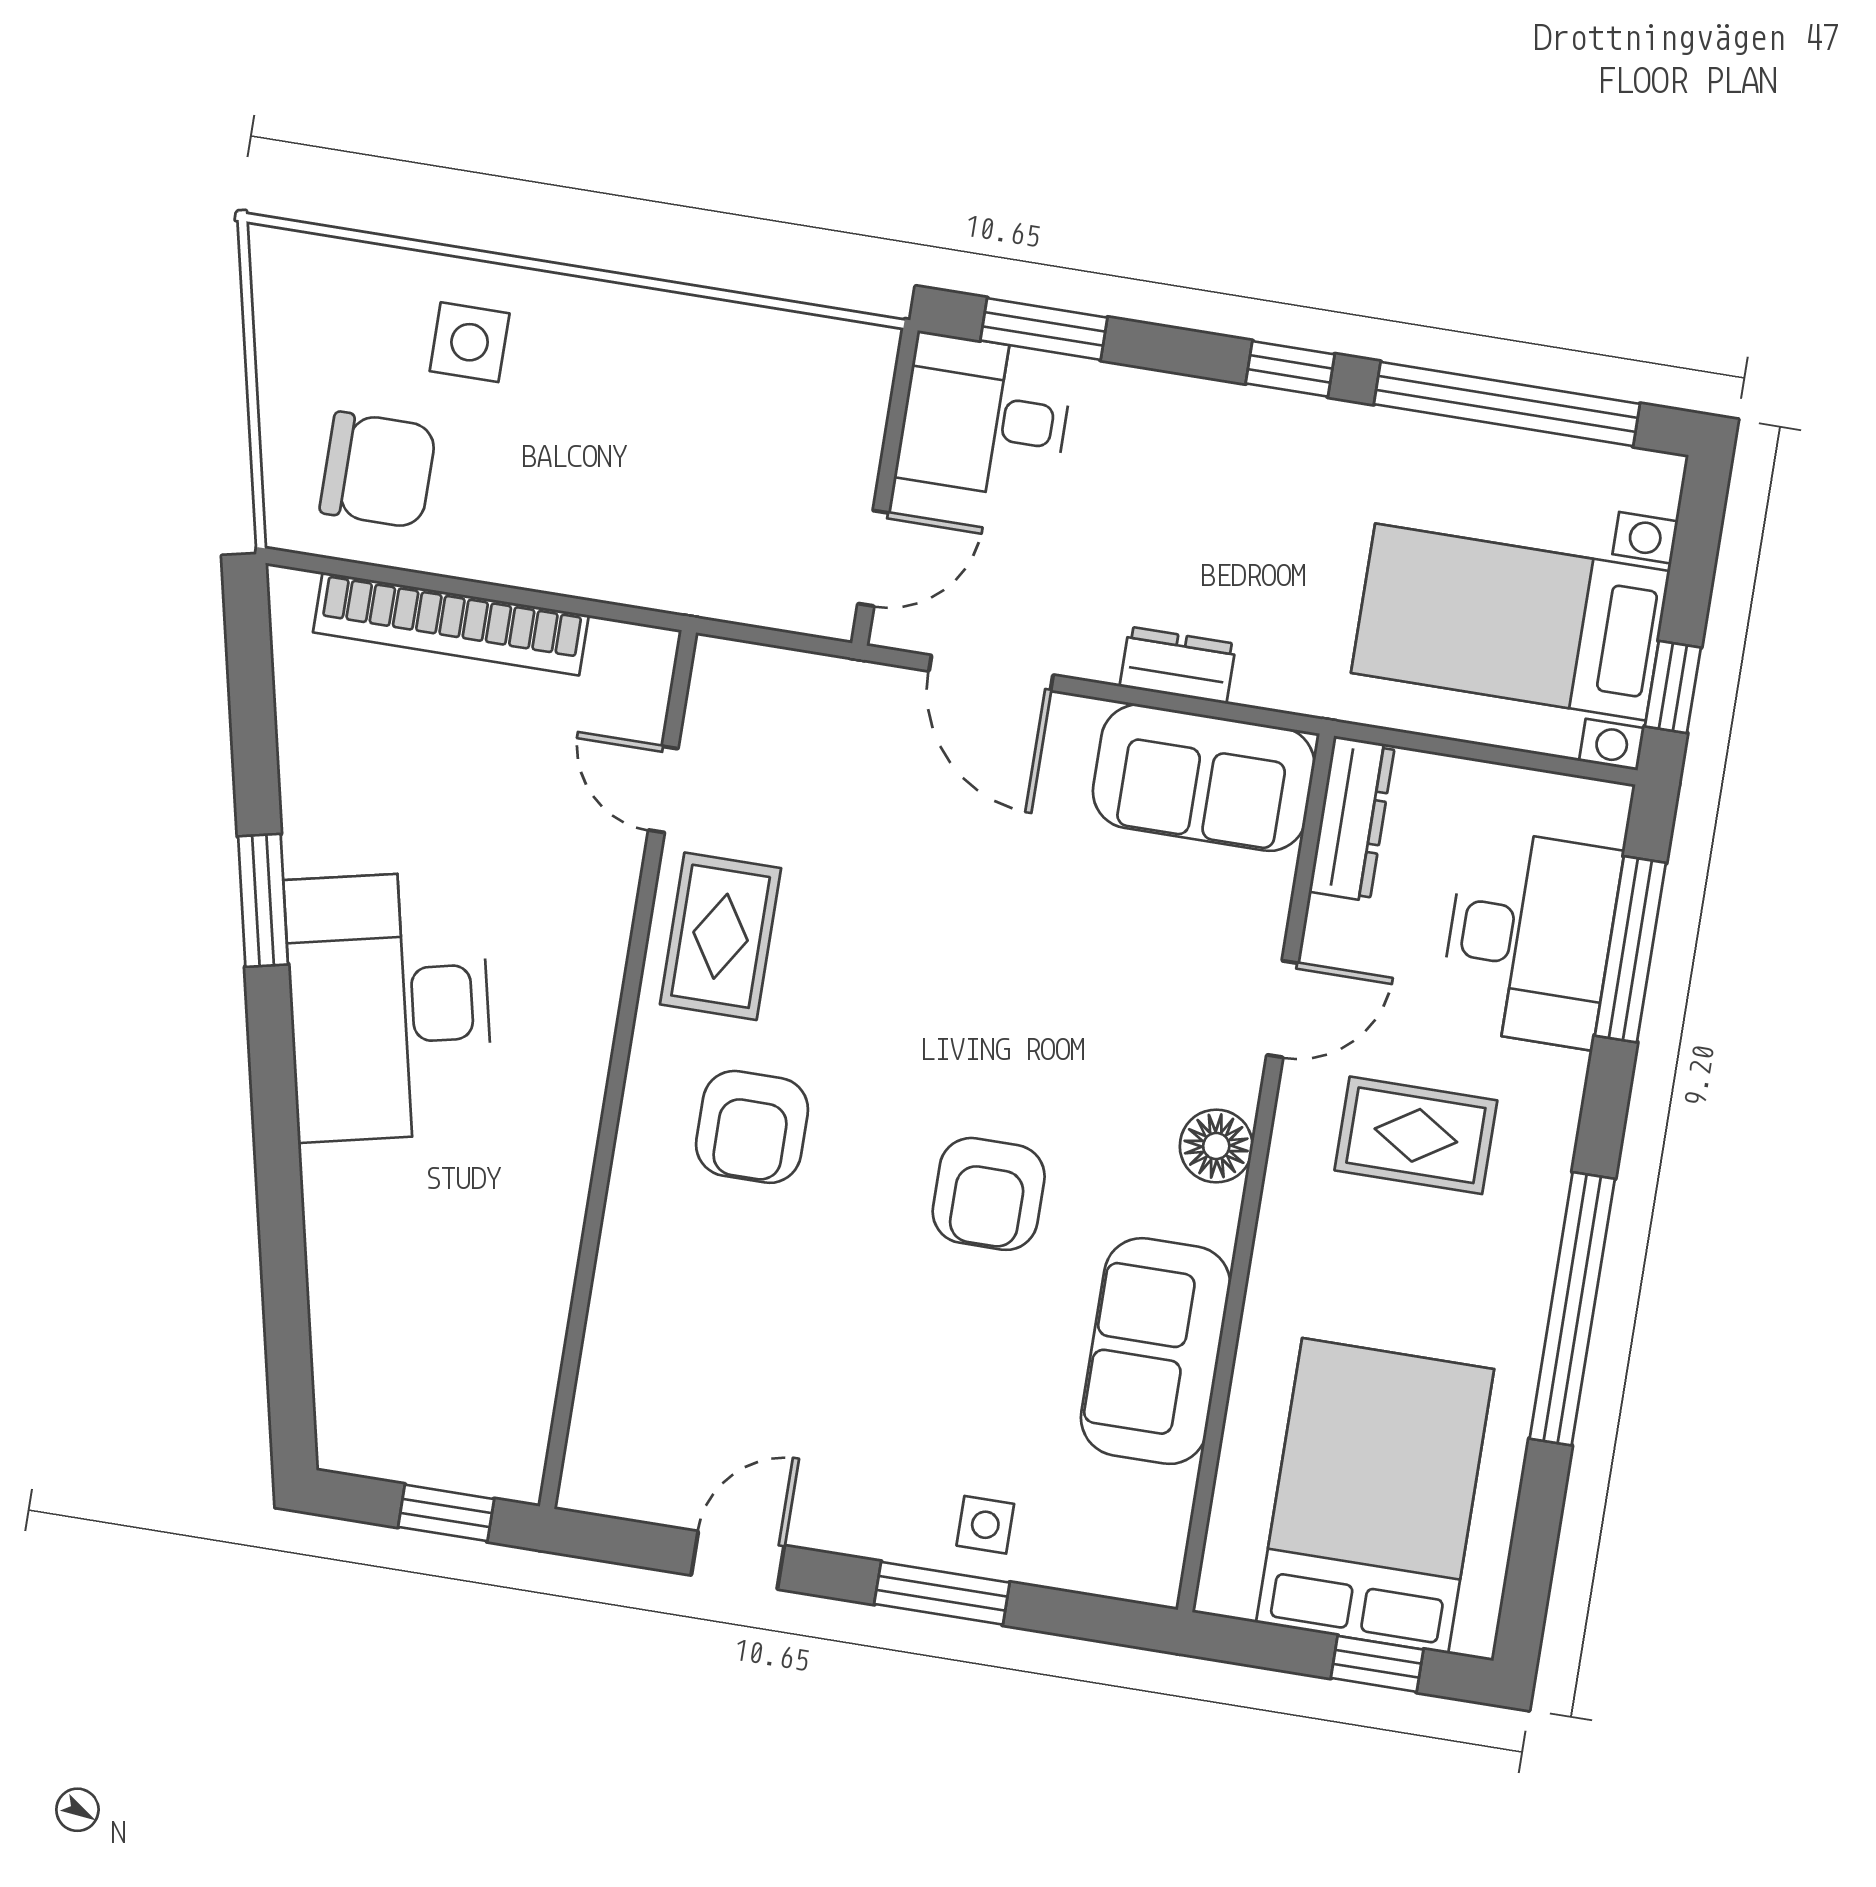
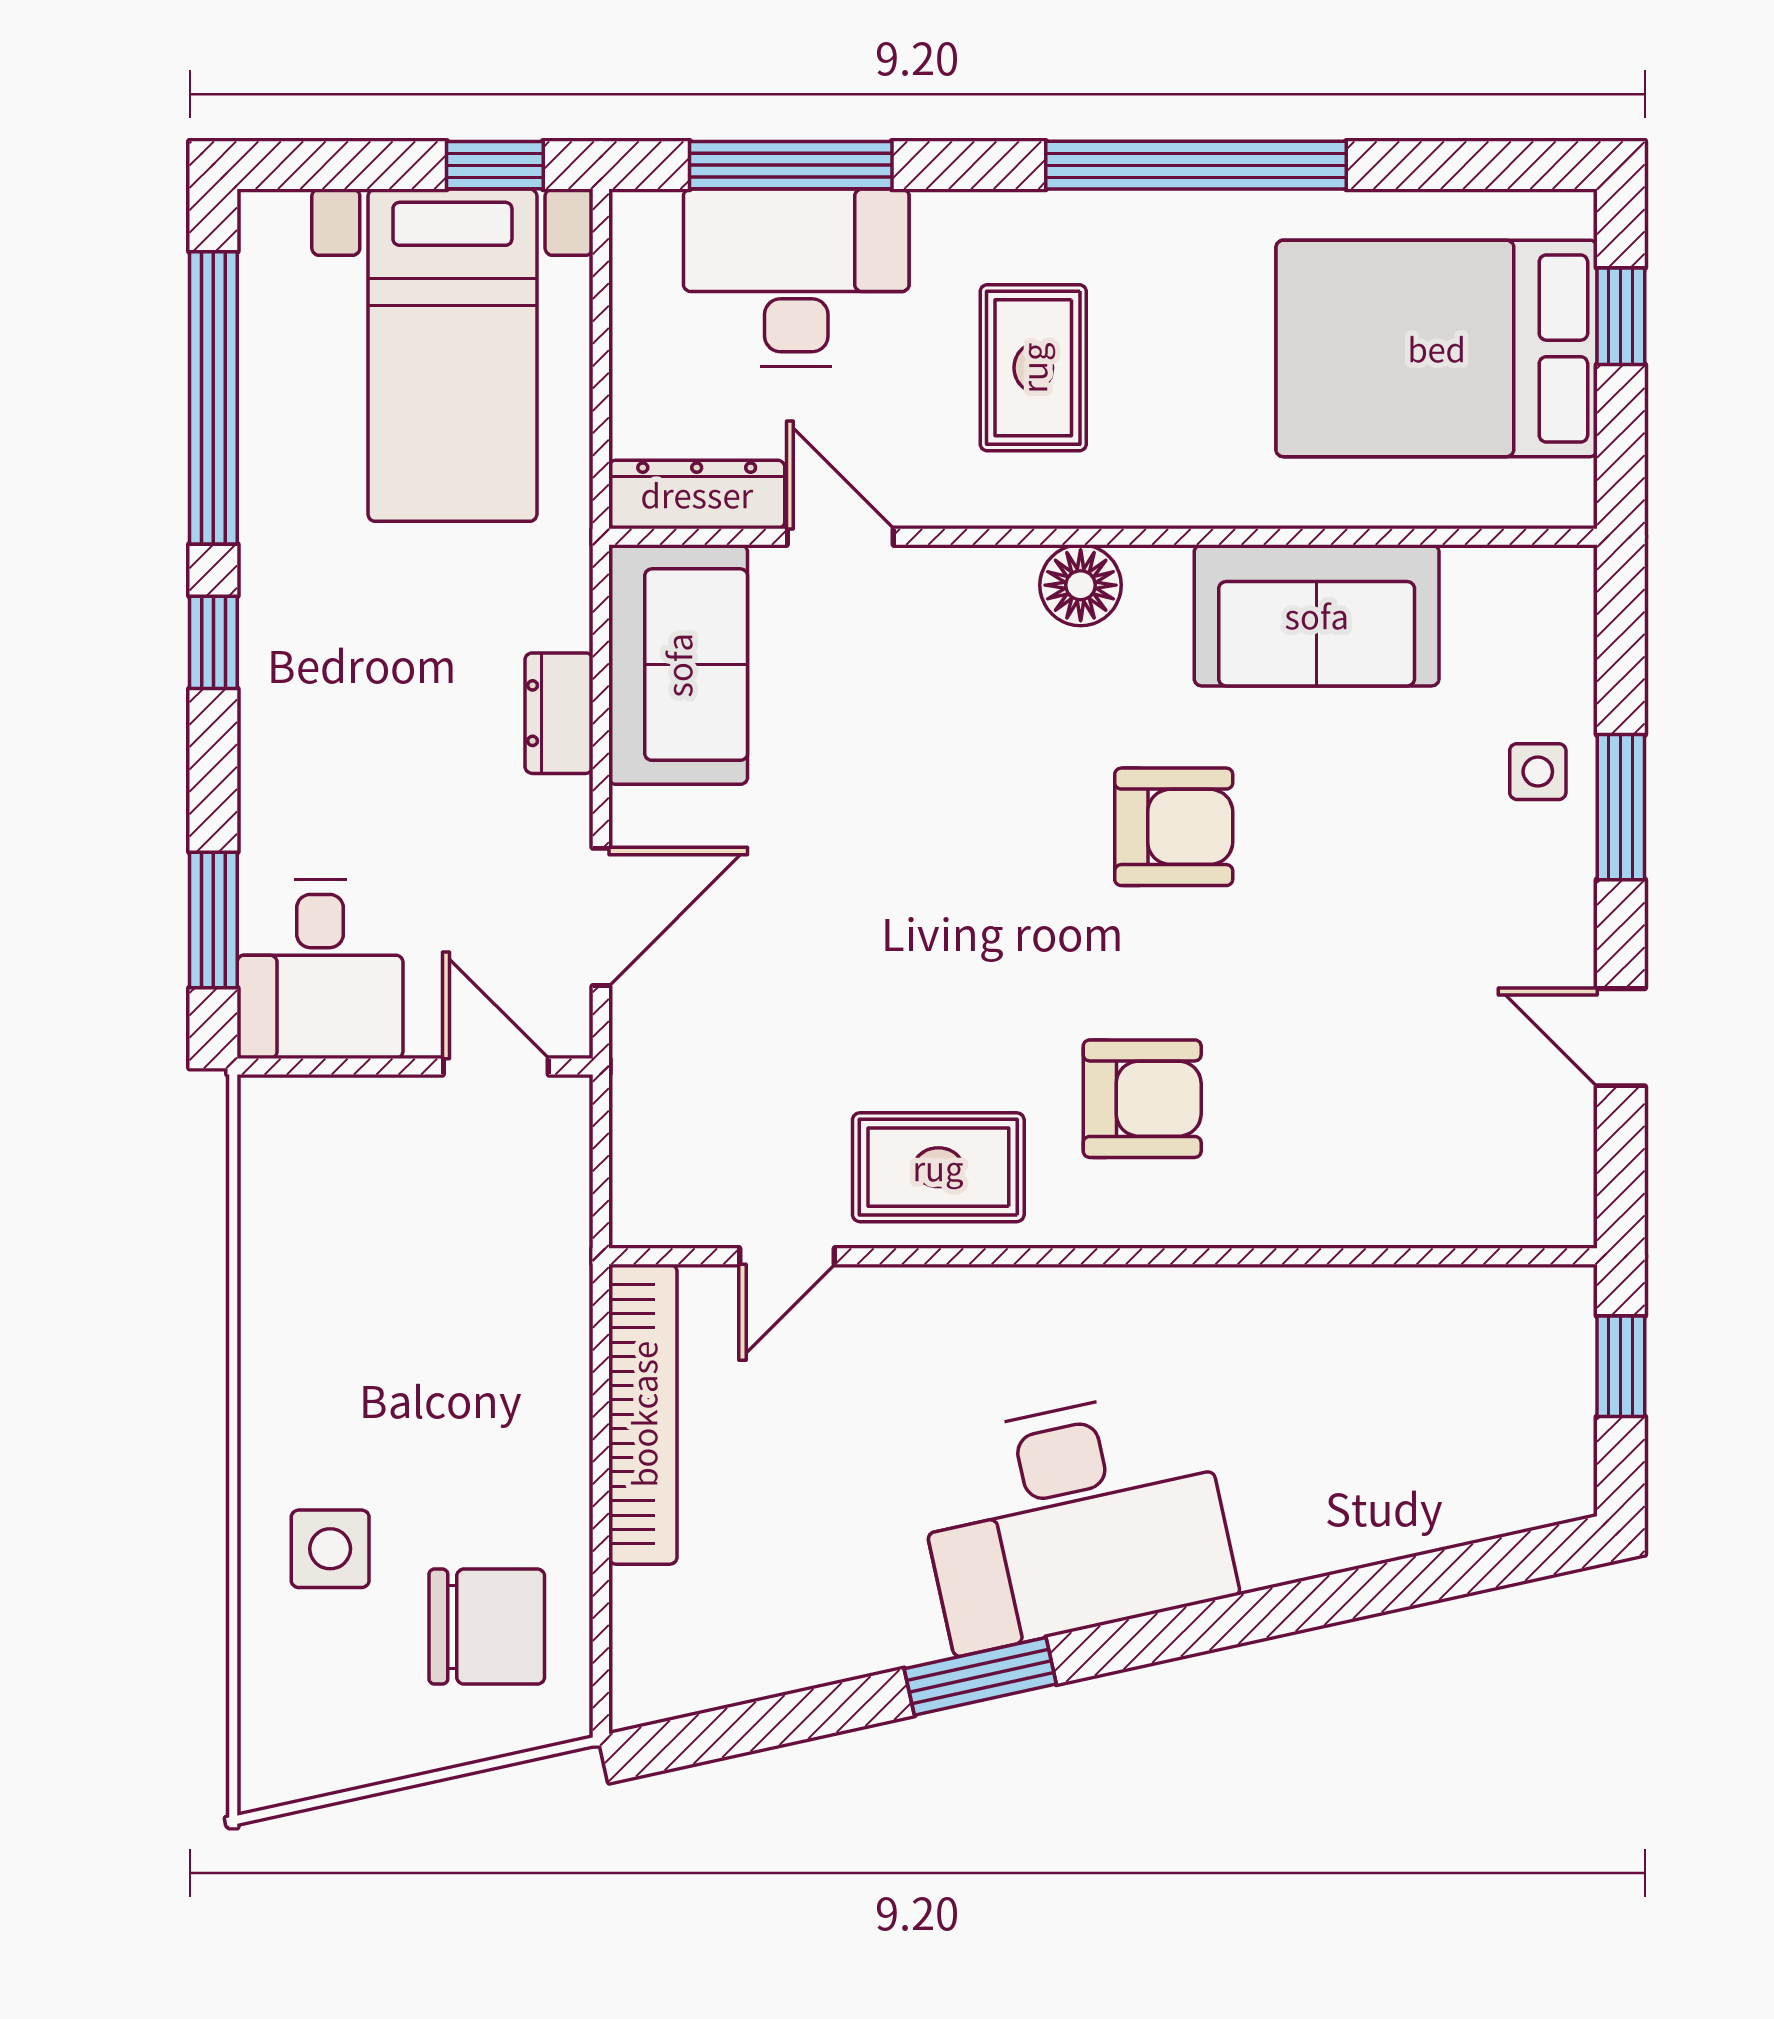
chair: (378, 470) -> (487, 1627), turned 90
bookcase: (451, 624) -> (643, 1414), moved
door: (1282, 1009) -> (840, 537), moved

